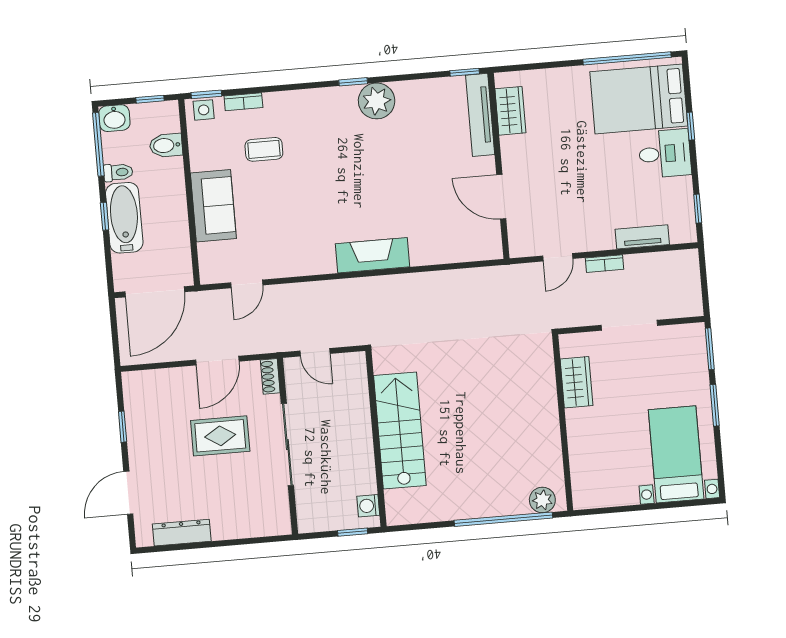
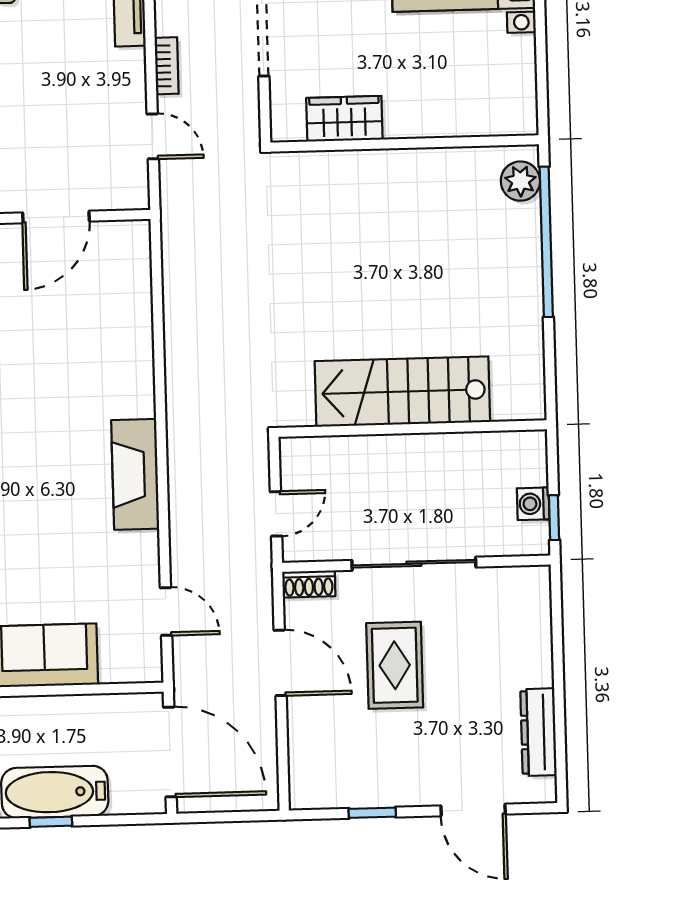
fireplace: (372, 255) -> (135, 474), moved
washing machine: (368, 506) -> (533, 504), moved, turned 90
window: (353, 532) -> (554, 518), moved

